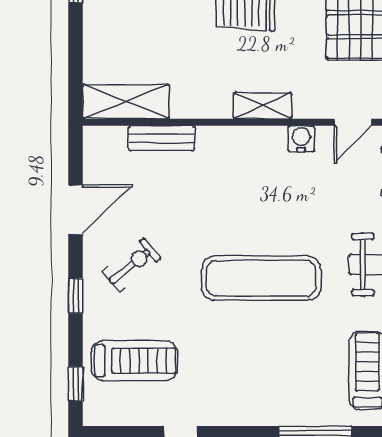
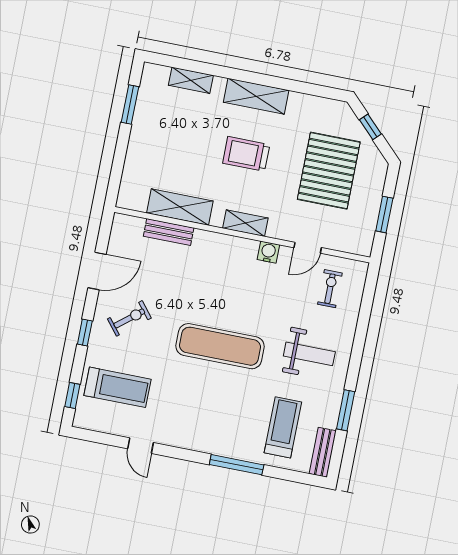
shelving: (126, 101) -> (180, 207), moved

